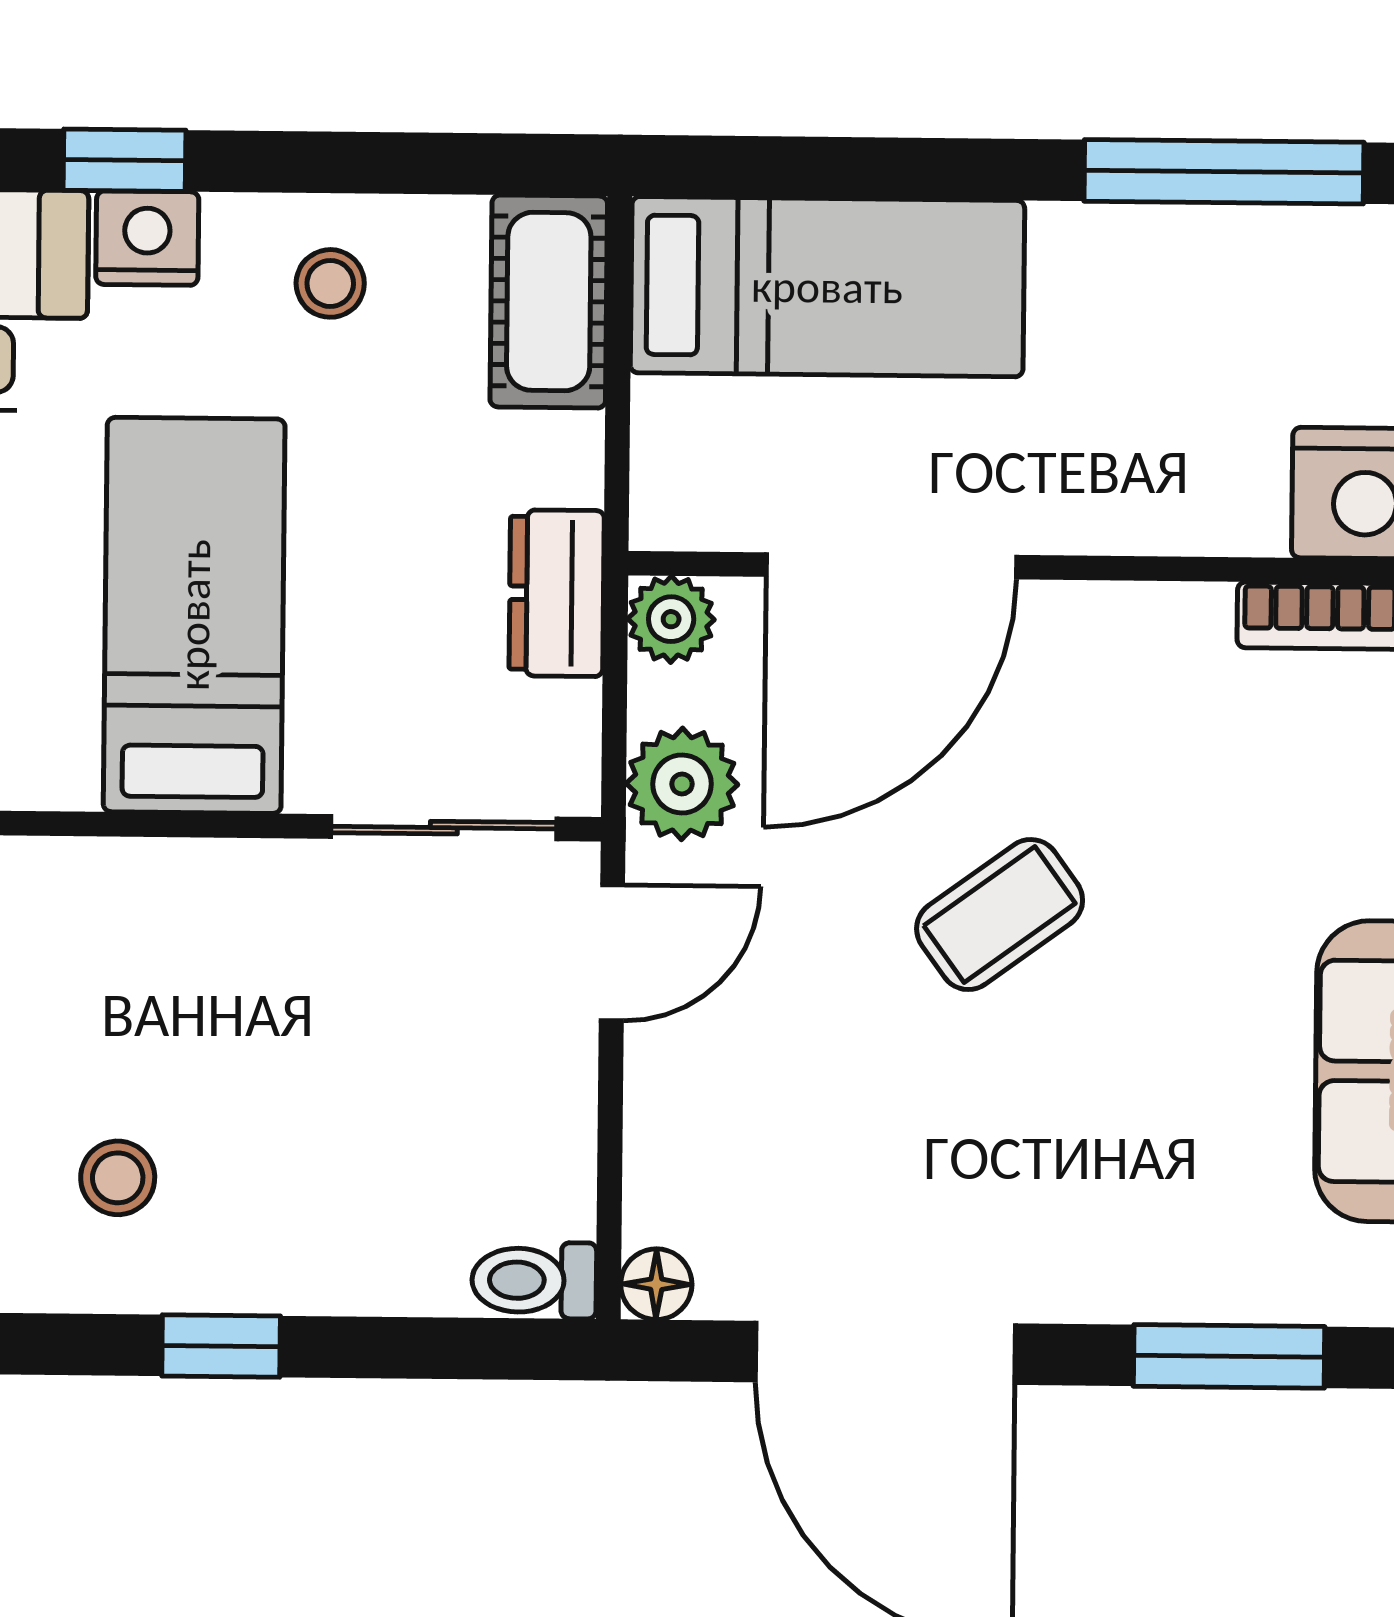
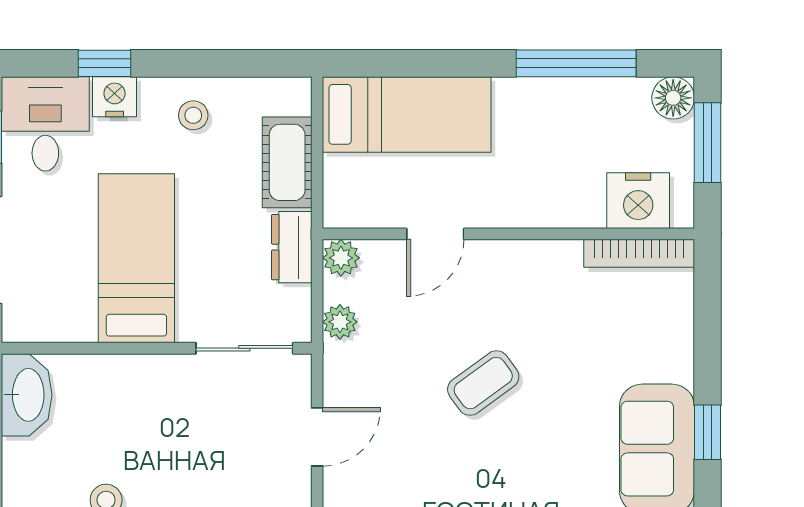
cot: (549, 302) -> (287, 162), moved
door: (891, 566) -> (435, 234), width x0.53
plant: (682, 784) -> (340, 322), width x0.73, depth x0.73
door: (612, 953) -> (317, 437), moved

